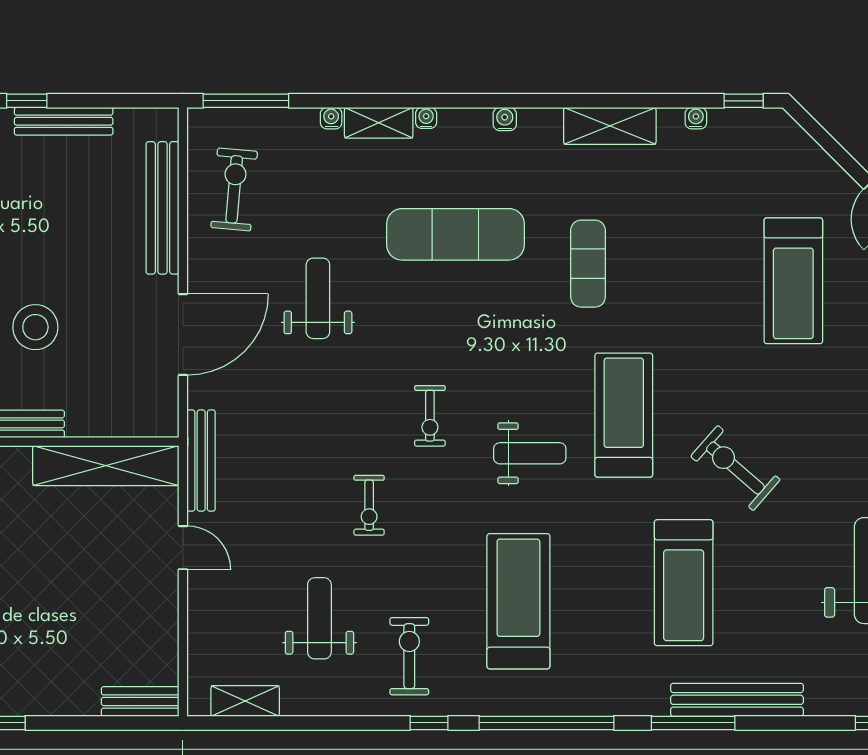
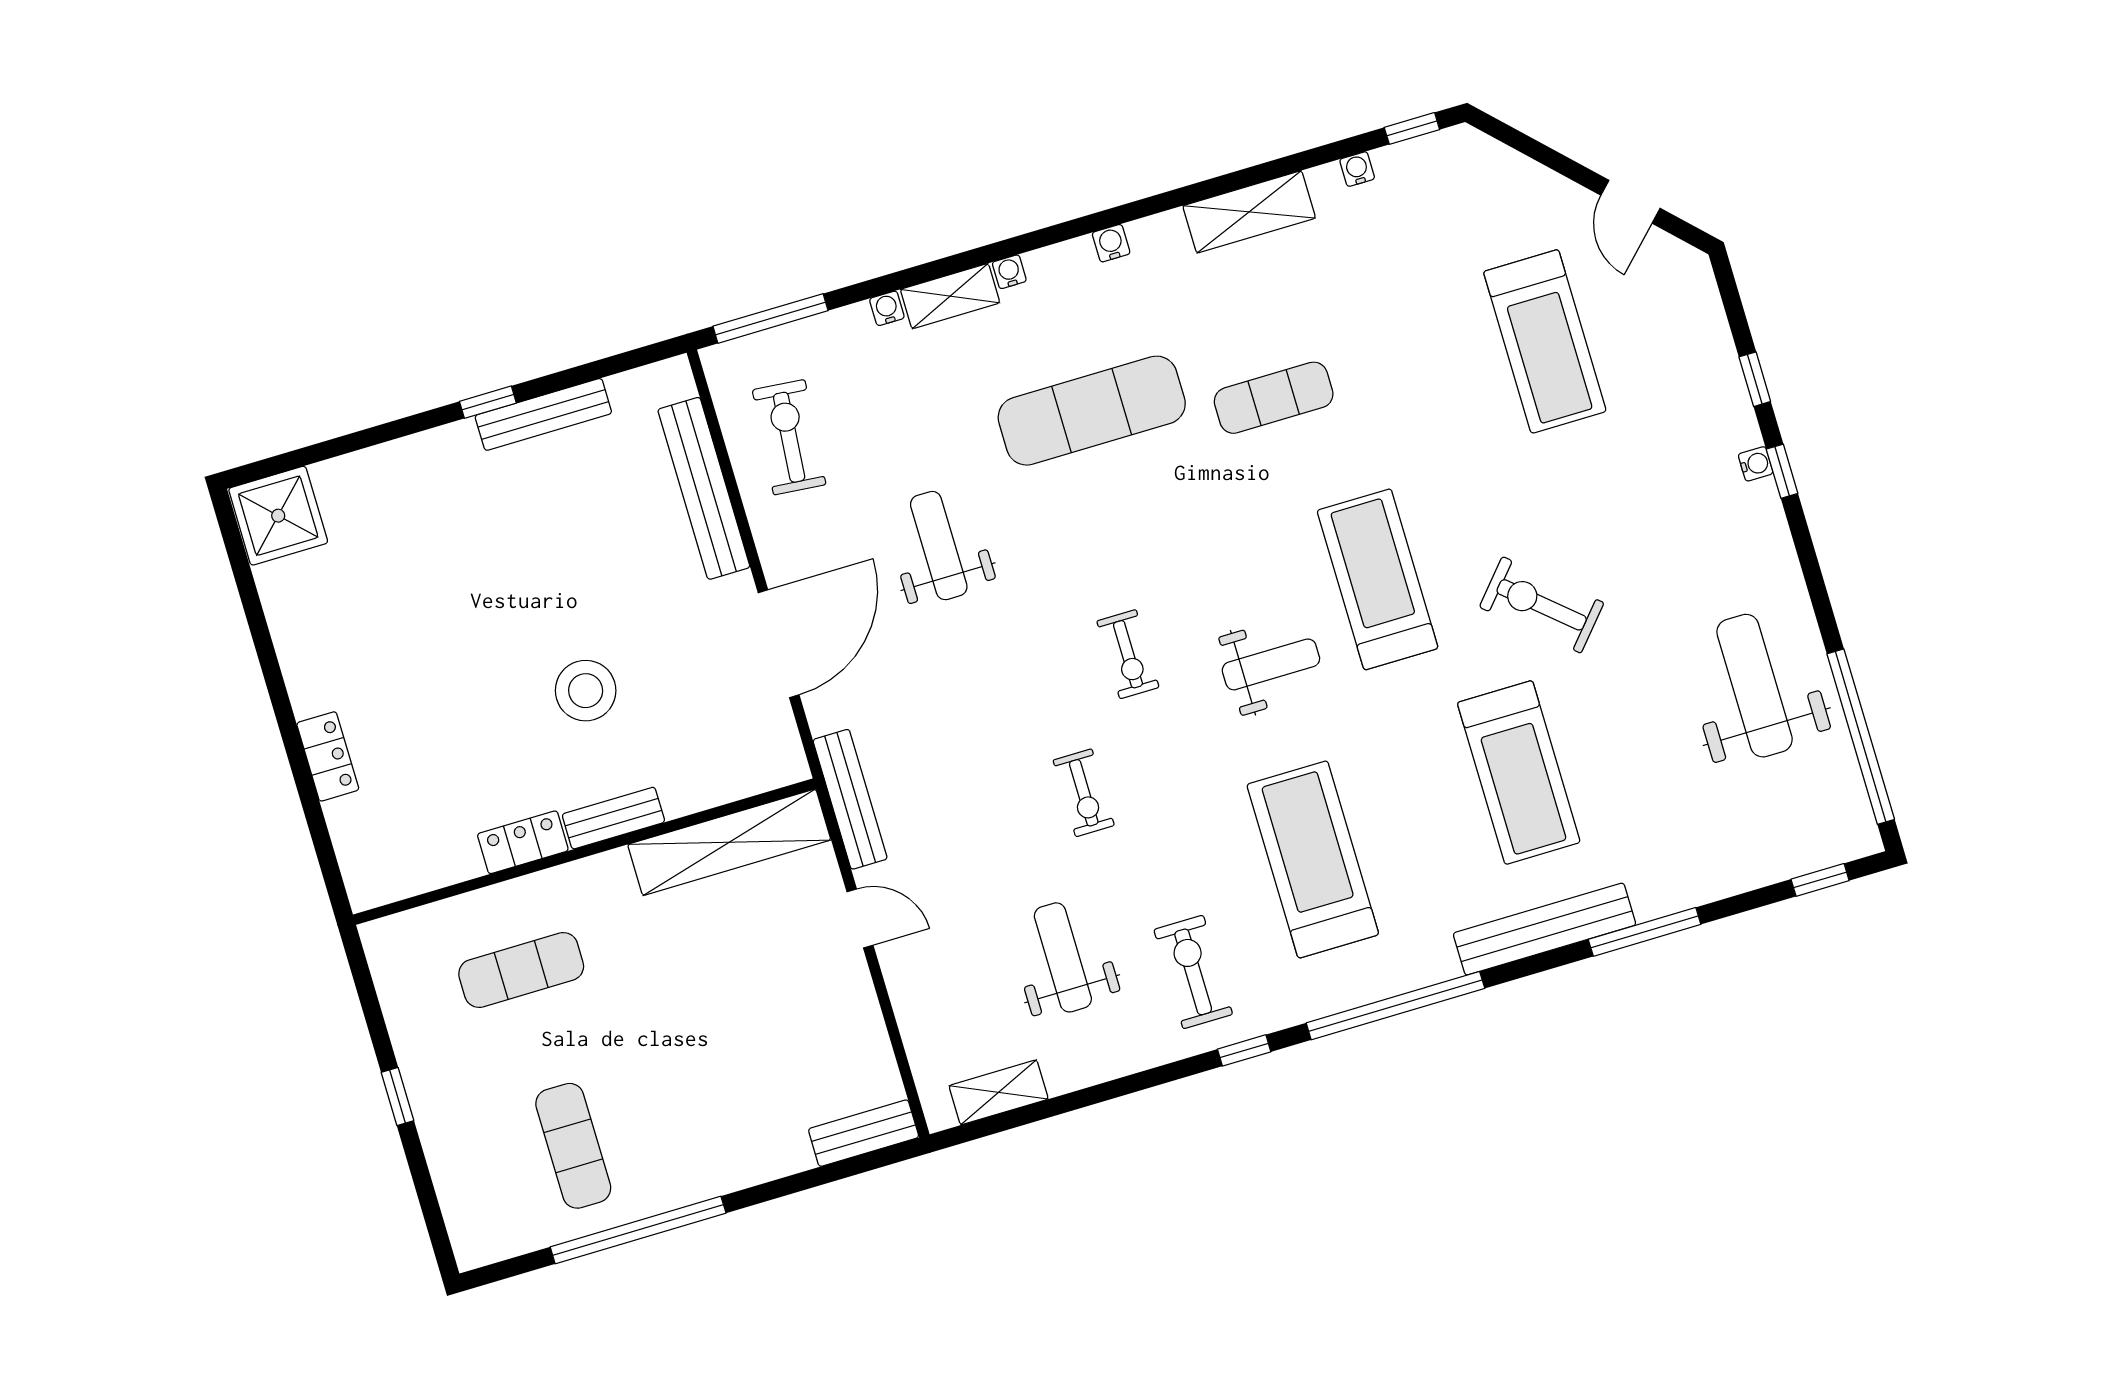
exercise mat: (588, 264) -> (1274, 398), turned 90
bench: (737, 700) -> (1544, 929), moved
window: (693, 723) -> (1645, 932), moved

